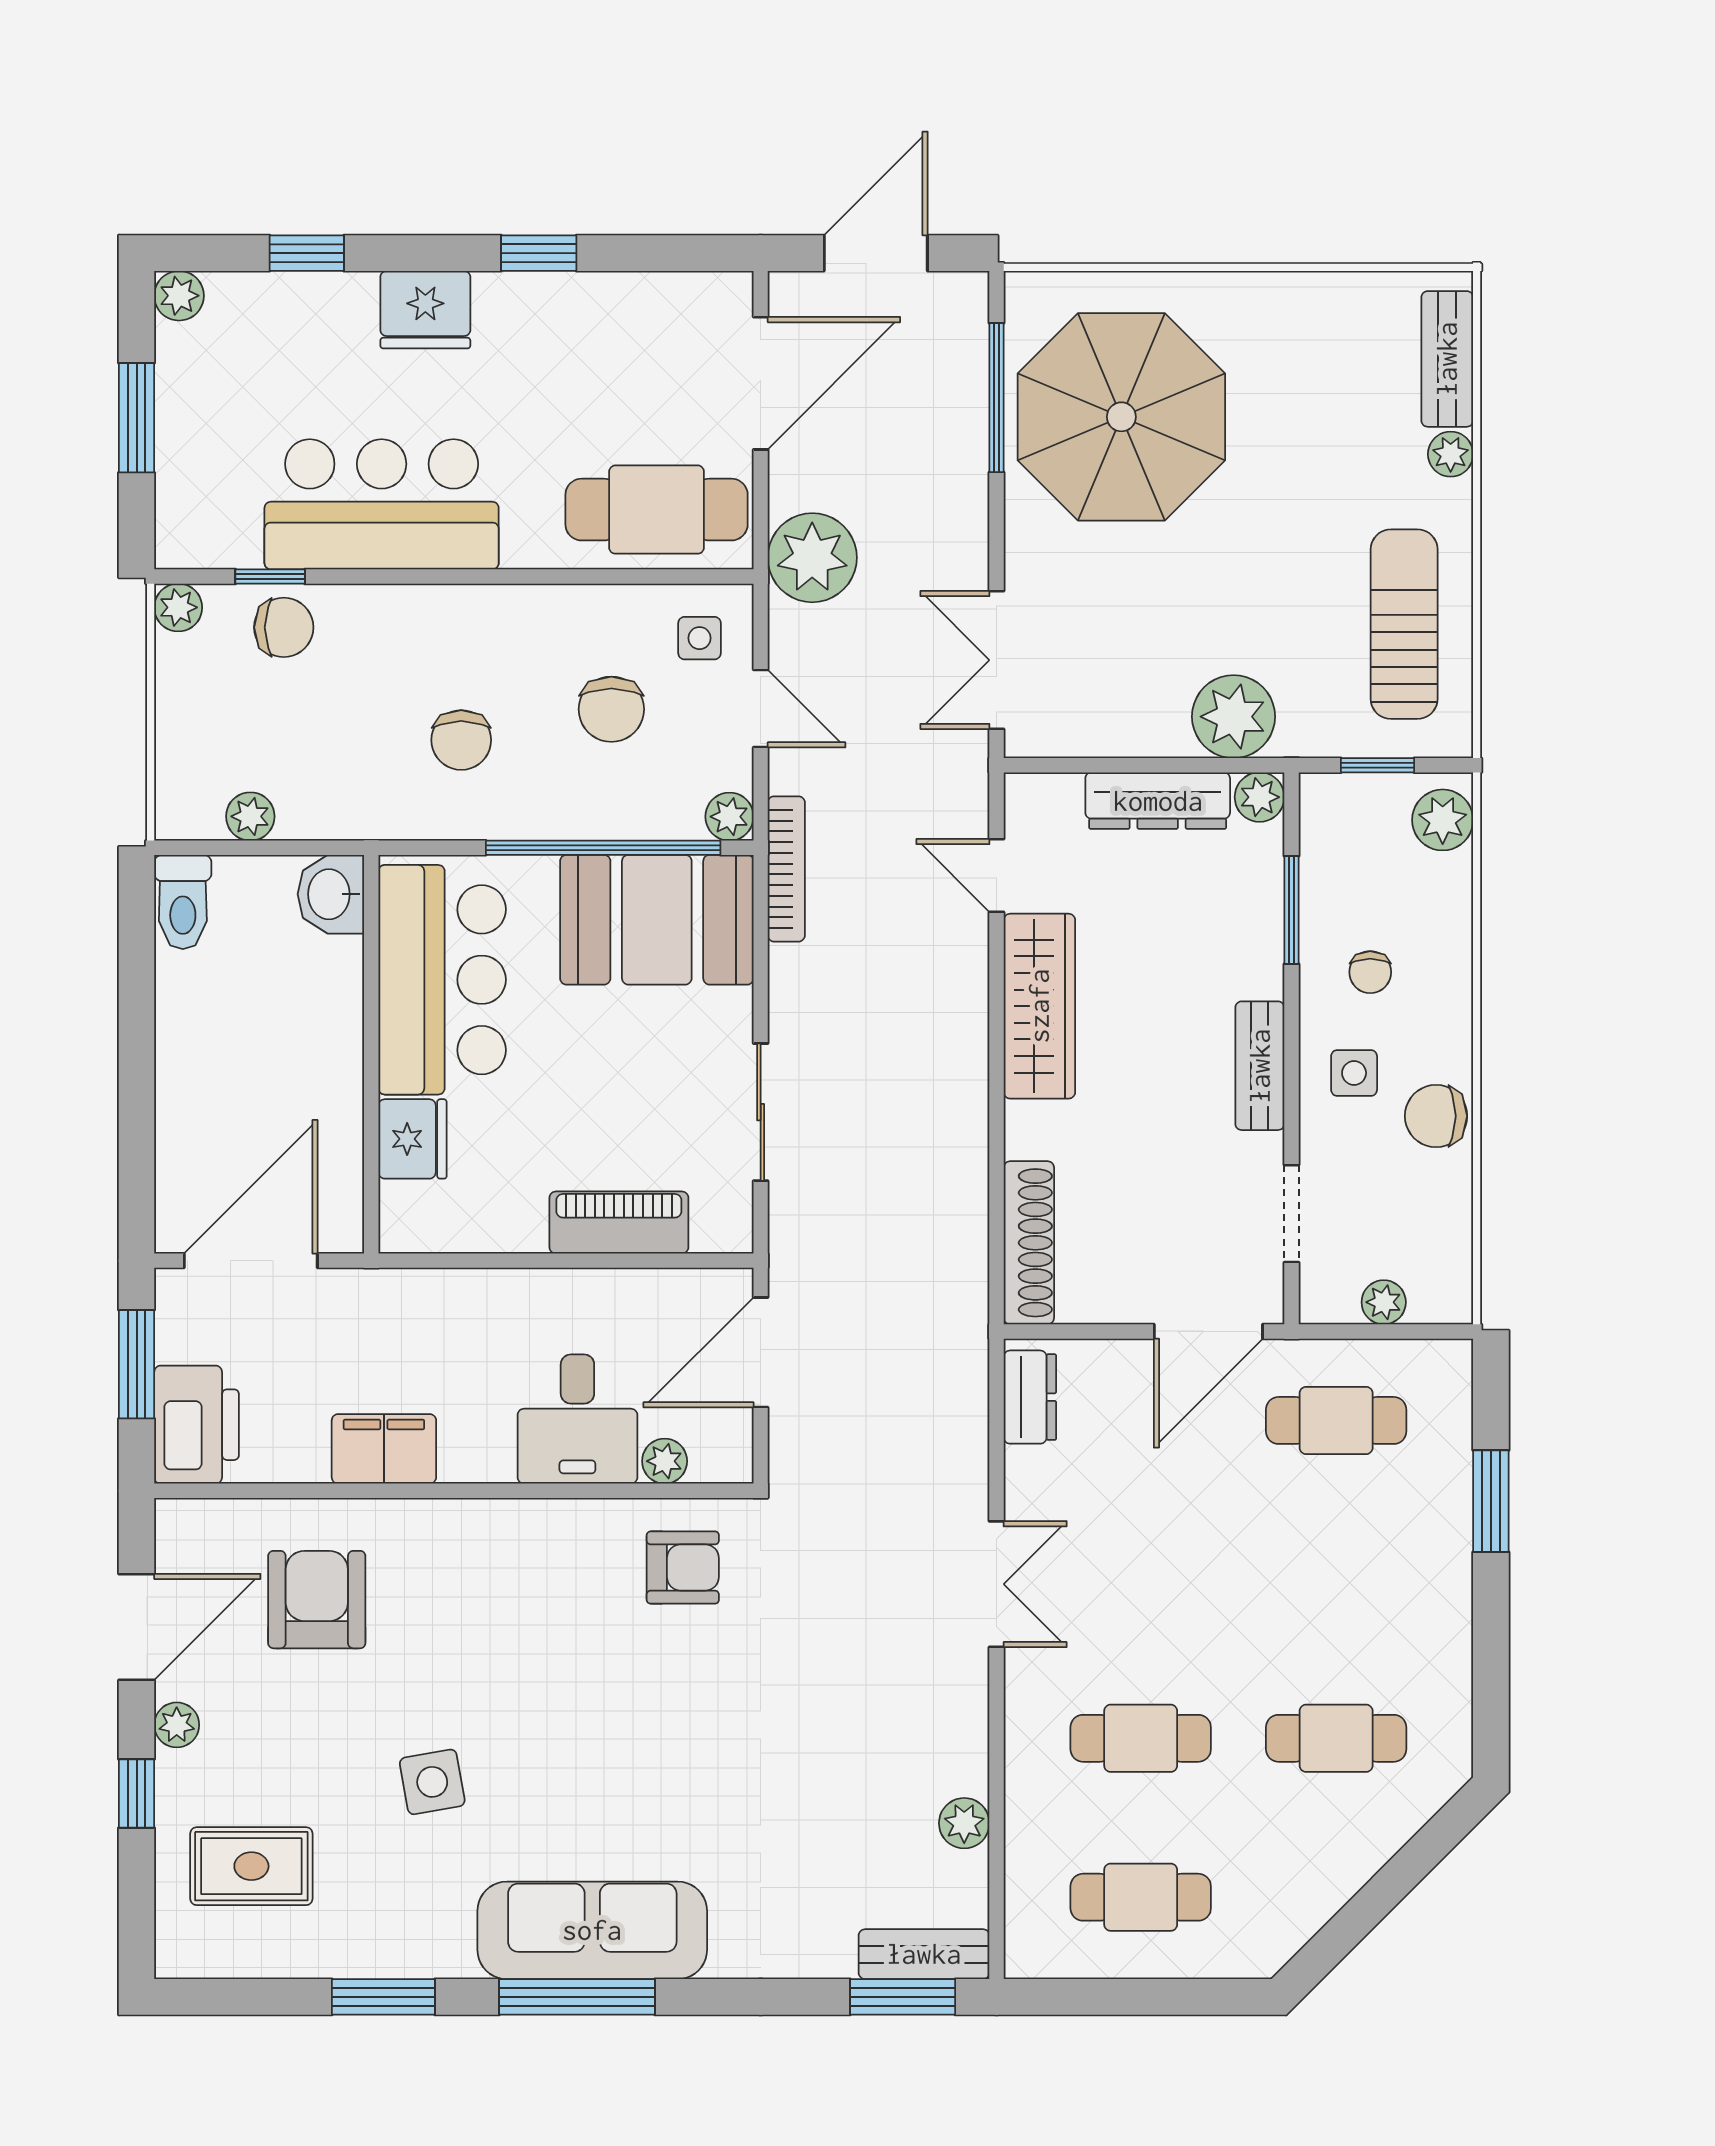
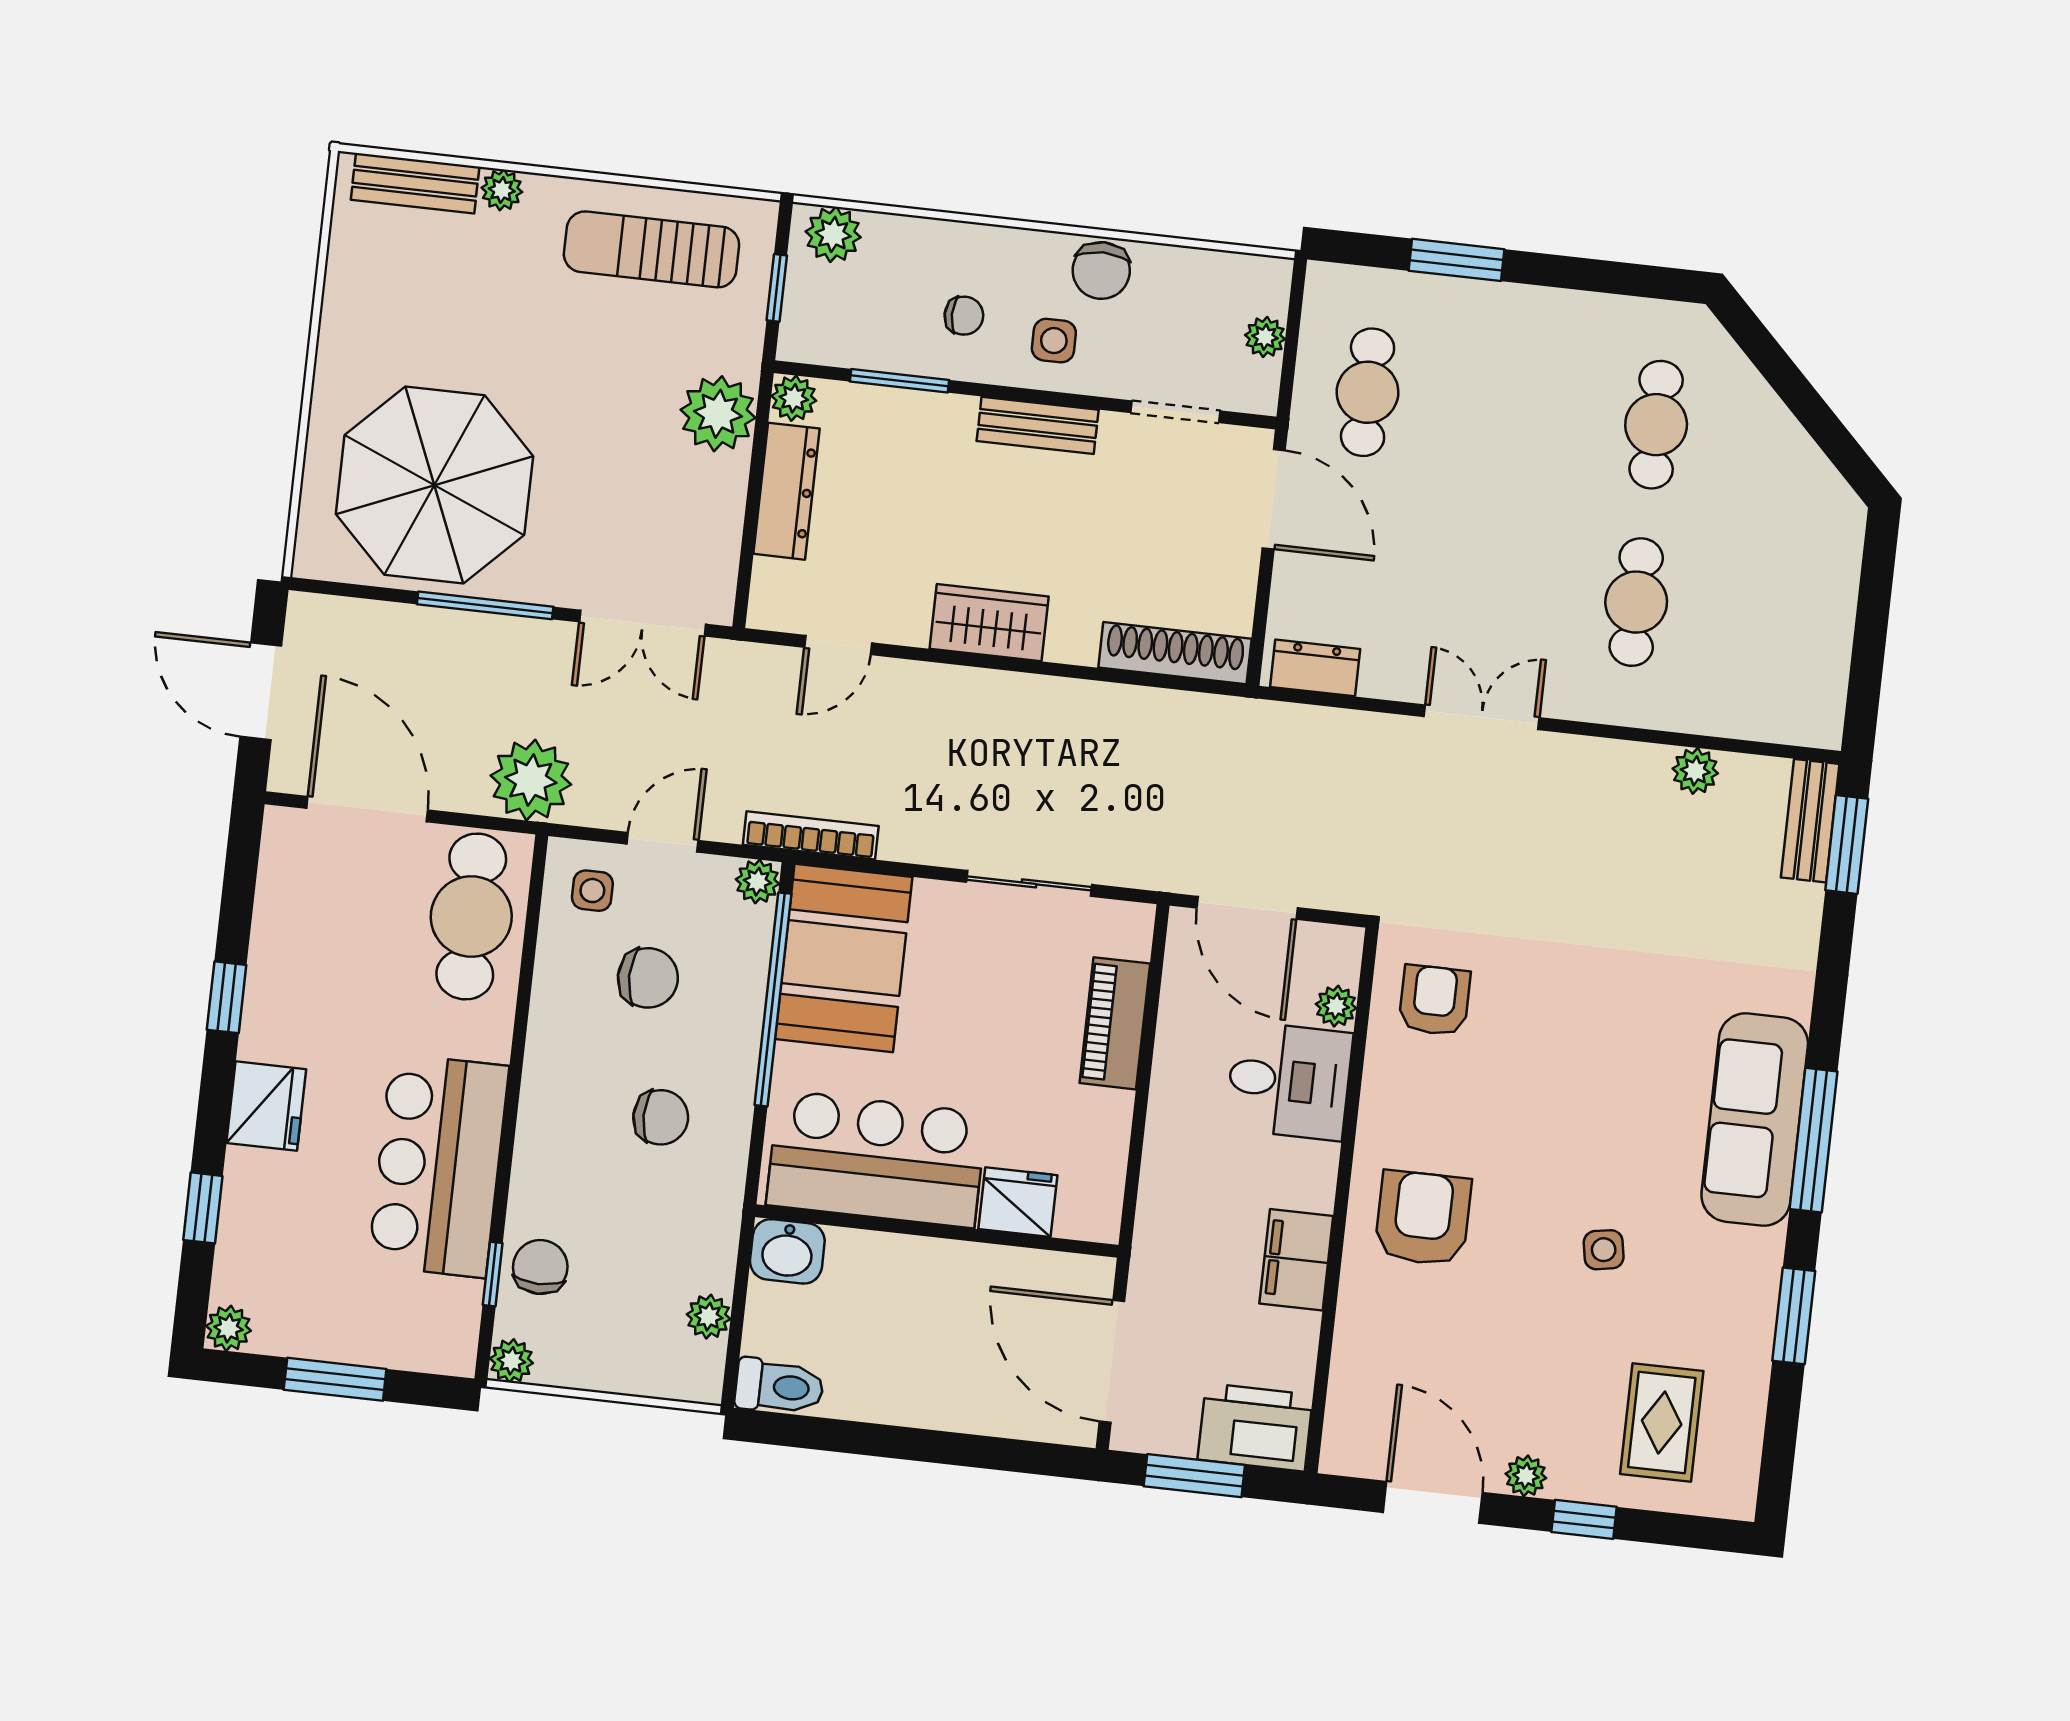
window: (997, 398) -> (485, 605), moved
wardrobe: (1039, 1006) -> (989, 623), width x0.67
armchair: (317, 1600) -> (1423, 1218), moved, turned 90
side table: (432, 1782) -> (1604, 1250), width x0.73, depth x0.73
cafe table: (1141, 1897) -> (1780, 618), removed

